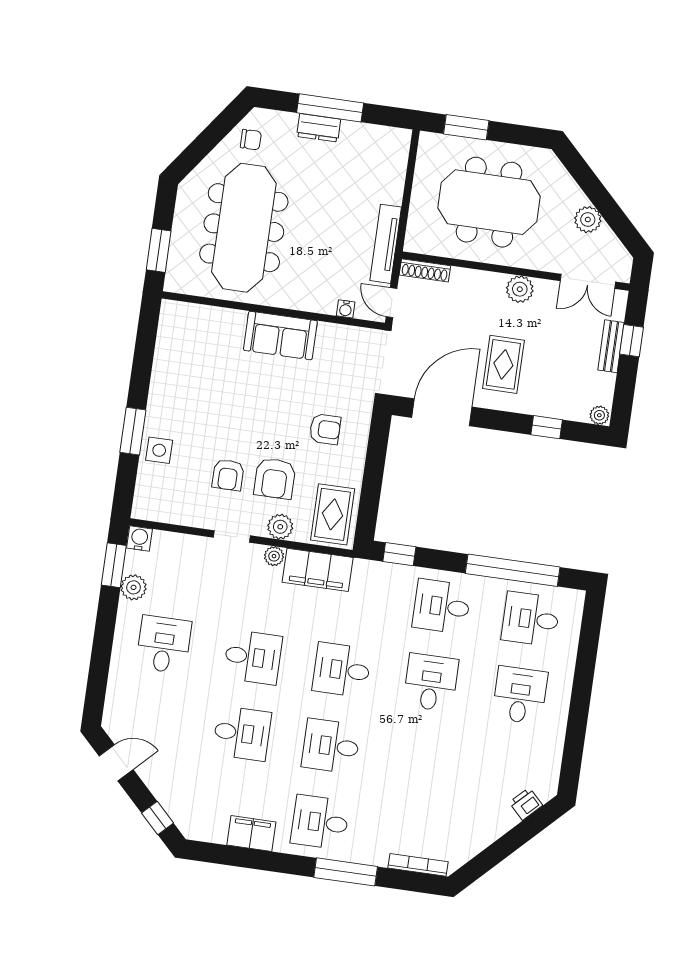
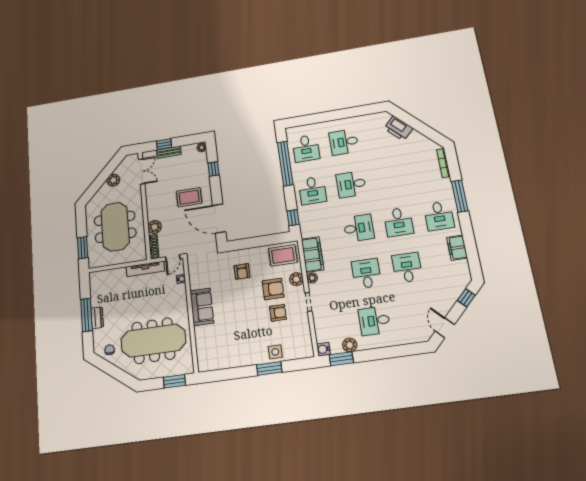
plant: (520, 289) -> (155, 227), moved
armchair: (325, 429) -> (242, 271), turned 180
desk: (342, 670) -> (359, 228), turned -90
printer: (526, 804) -> (398, 128), width x1.87, depth x1.48

